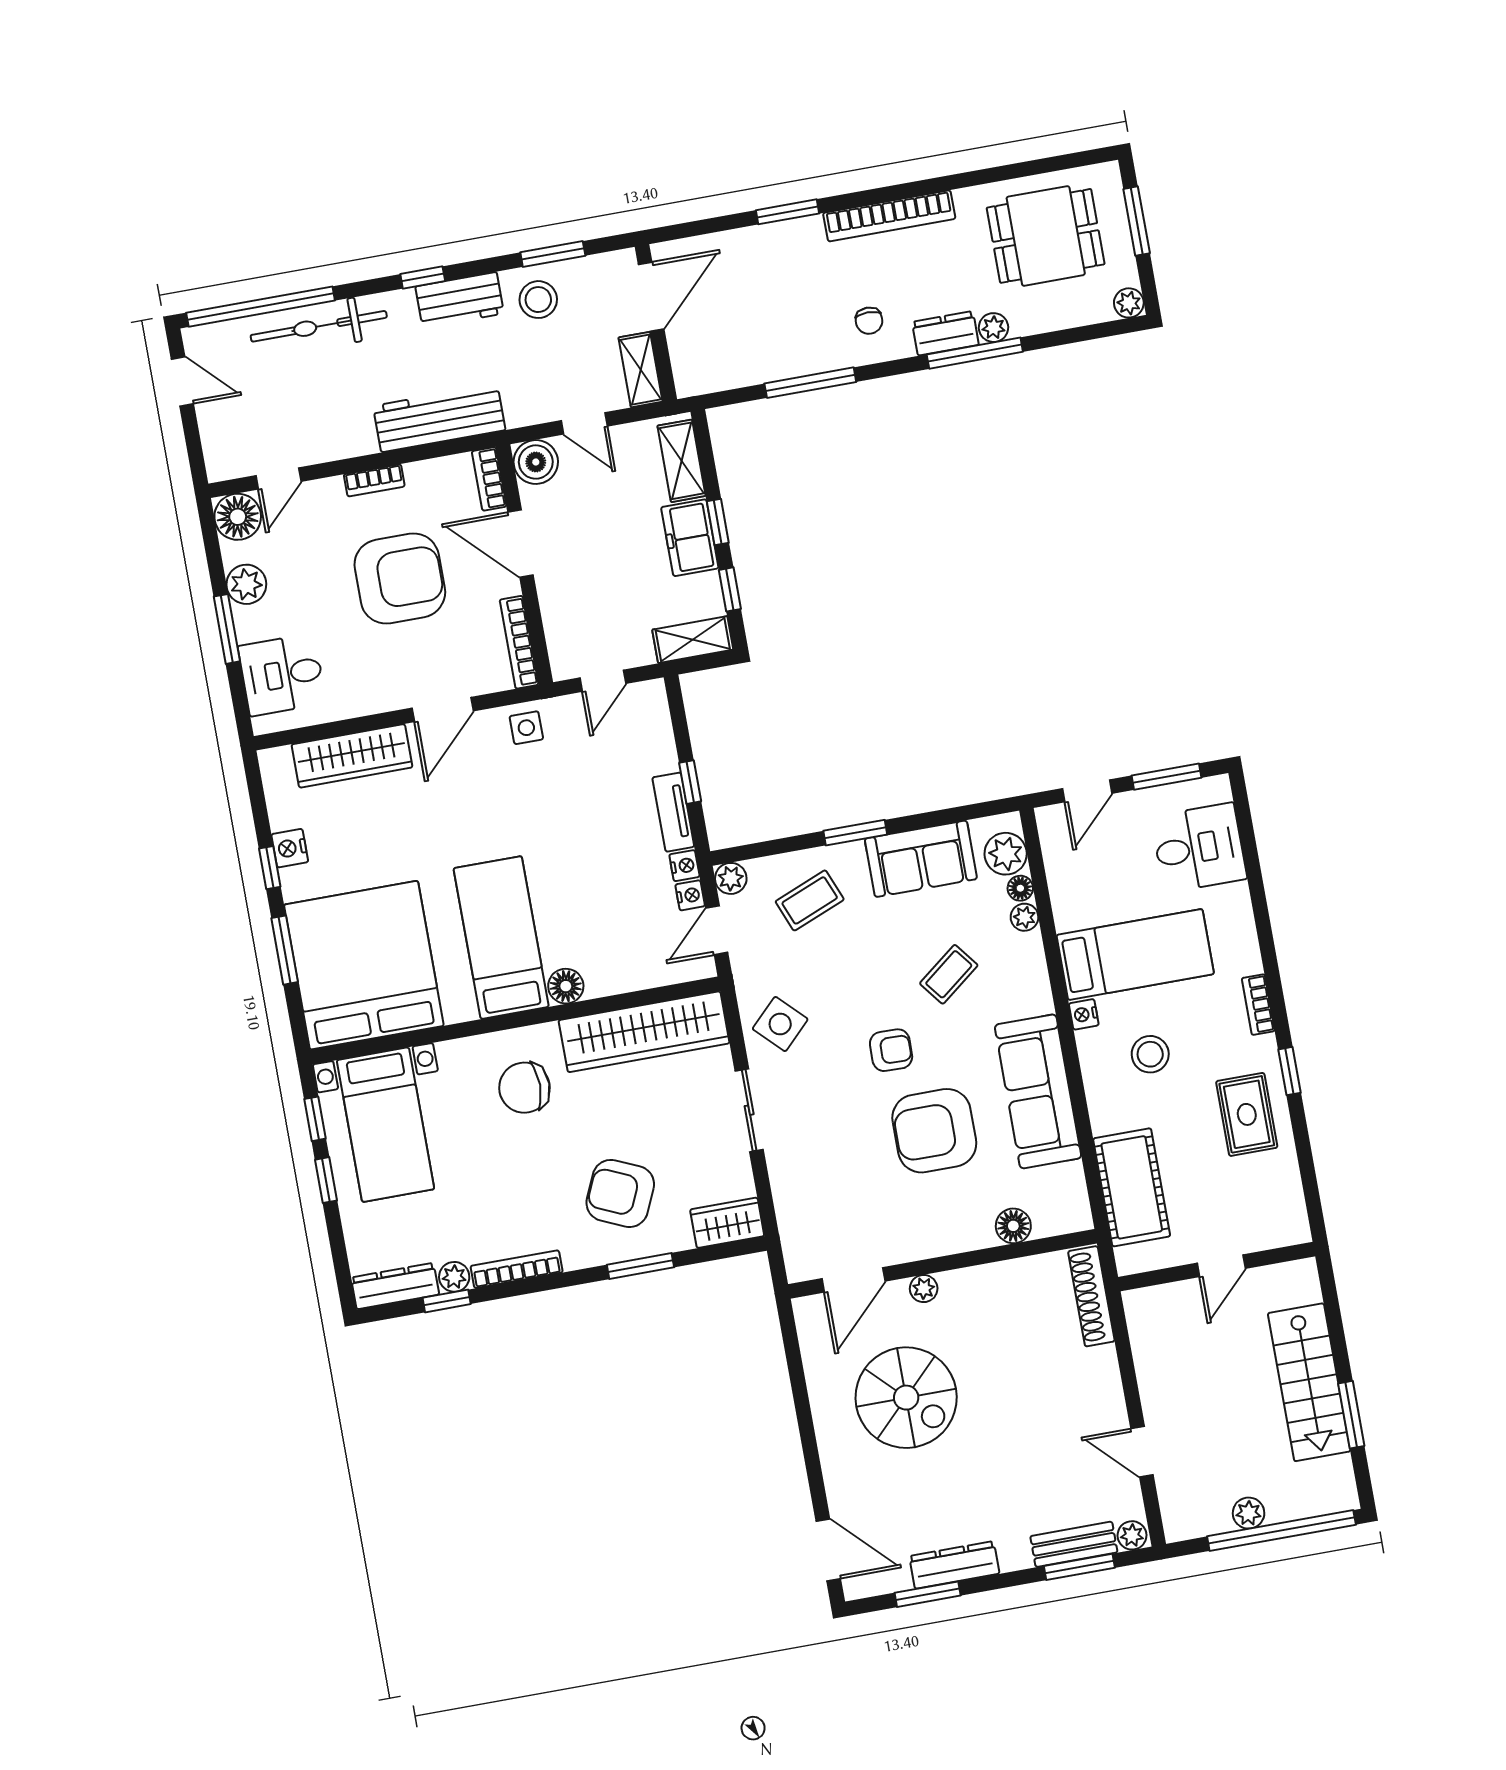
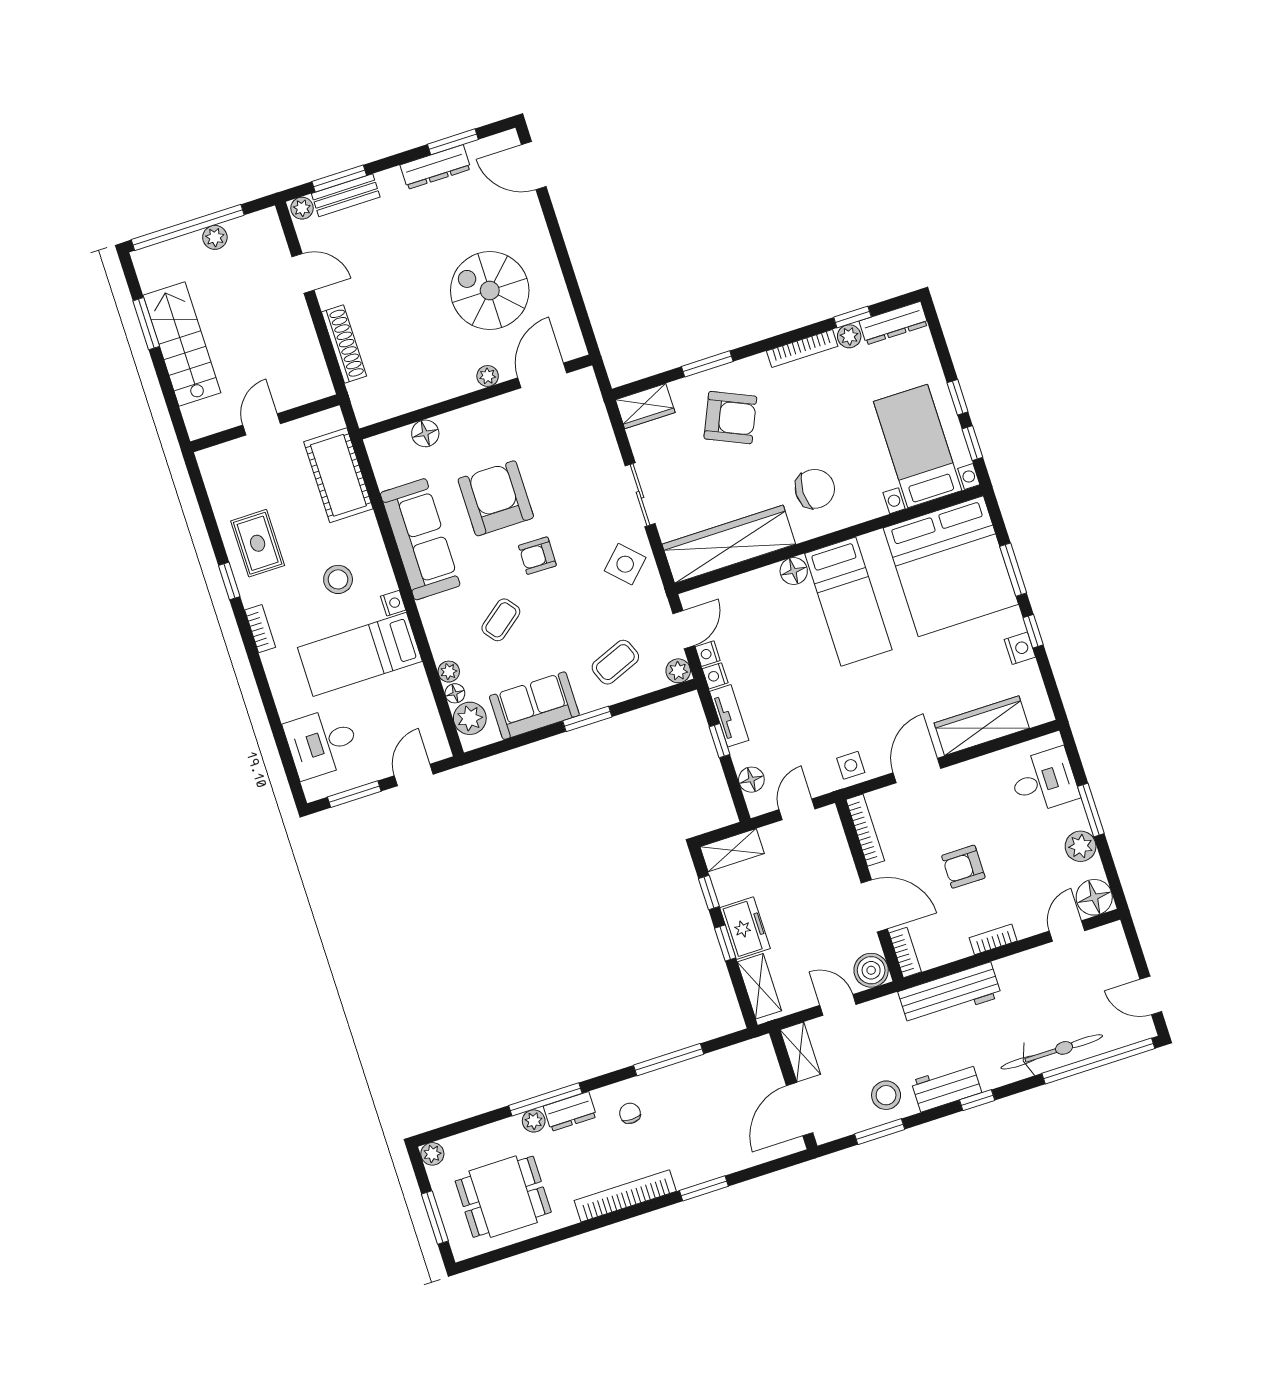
armchair: (400, 579) -> (963, 867), width x0.53, depth x0.53
floor lamp: (656, 727) -> (751, 780), added
armchair: (934, 1131) -> (496, 498), turned -90
shoe rack: (1091, 1296) -> (344, 344), moved

